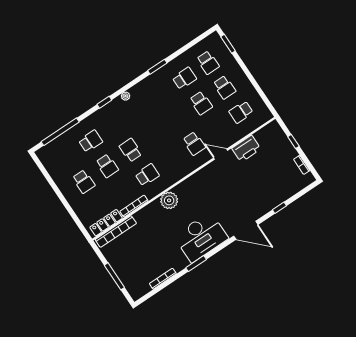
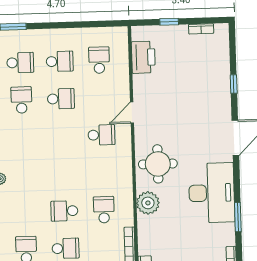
school desk: (241, 112) -> (99, 60), turned 180
printer: (246, 149) -> (143, 57), moved
round table: (198, 191) -> (158, 164), added

